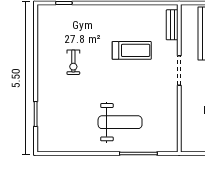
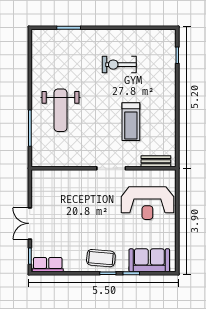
exercise bike: (73, 62) -> (119, 65), width x1.38, depth x1.39

